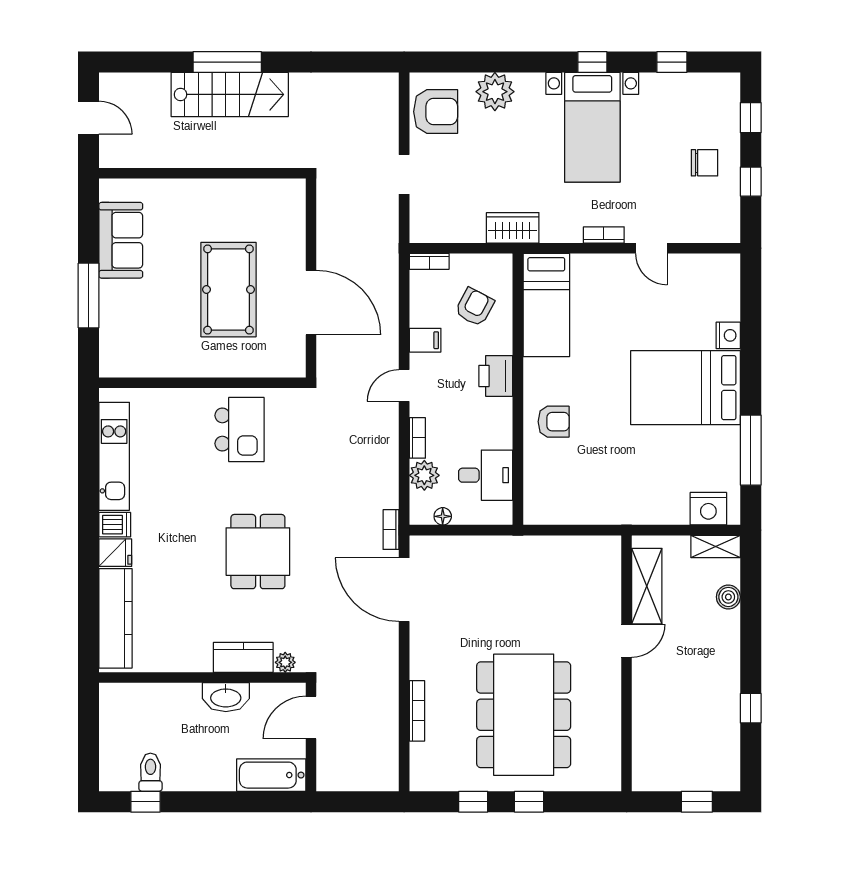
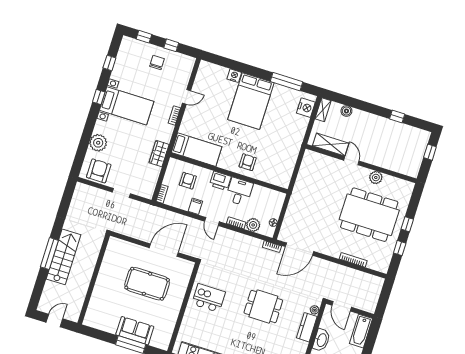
sofa: (121, 240) -> (135, 331), moved
armchair: (475, 307) -> (188, 181), turned 62
desk: (486, 475) -> (239, 192), moved
plant: (607, 704) -> (376, 177), added

